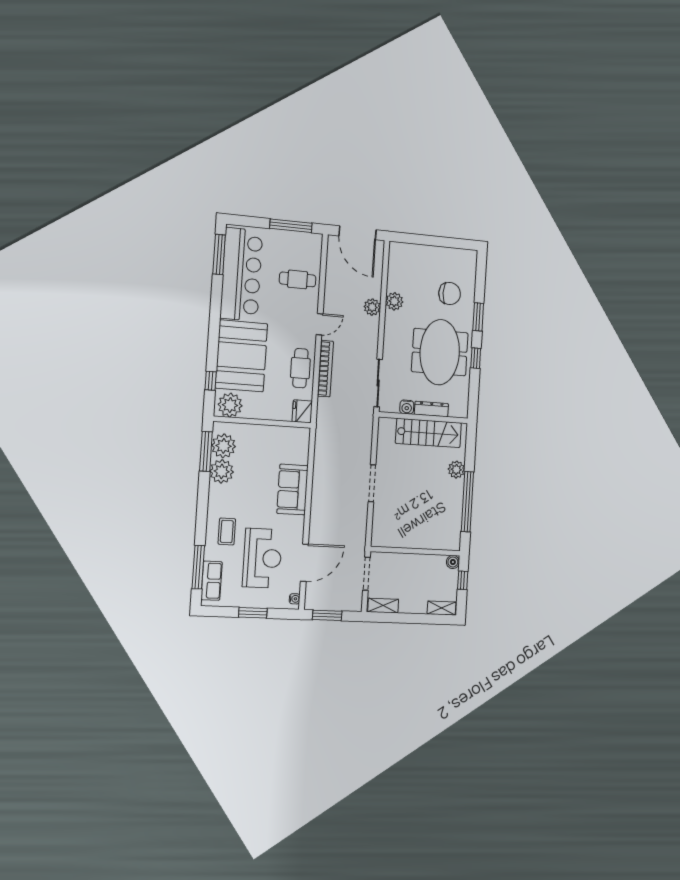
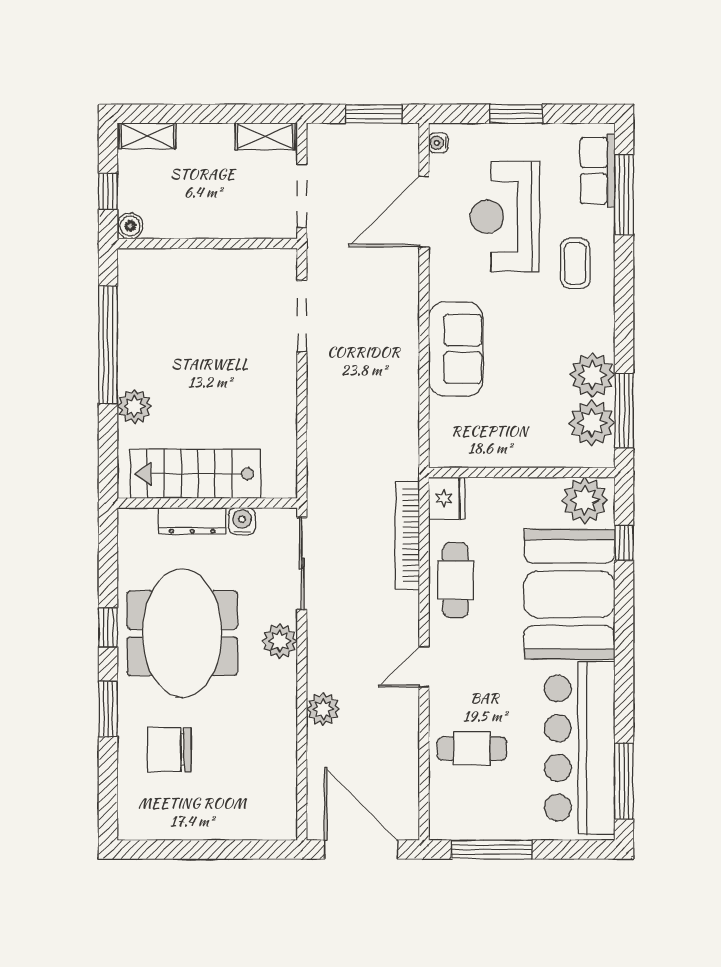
plant: (394, 301) -> (280, 641), moved
bookcase: (325, 369) -> (407, 535), moved
doorway: (372, 483) -> (302, 316), moved

